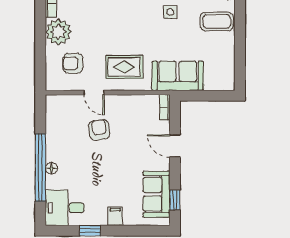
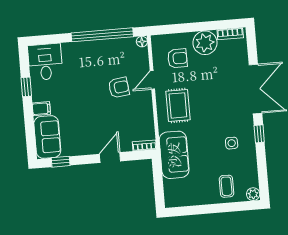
coffee table: (217, 22) -> (226, 186), width x0.73, depth x0.77
armchair: (73, 63) -> (177, 58), turned 90
window: (40, 168) -> (102, 35), moved
floor lamp: (51, 168) -> (142, 42), moved
sofa: (156, 194) -> (47, 137), moved, turned 90

